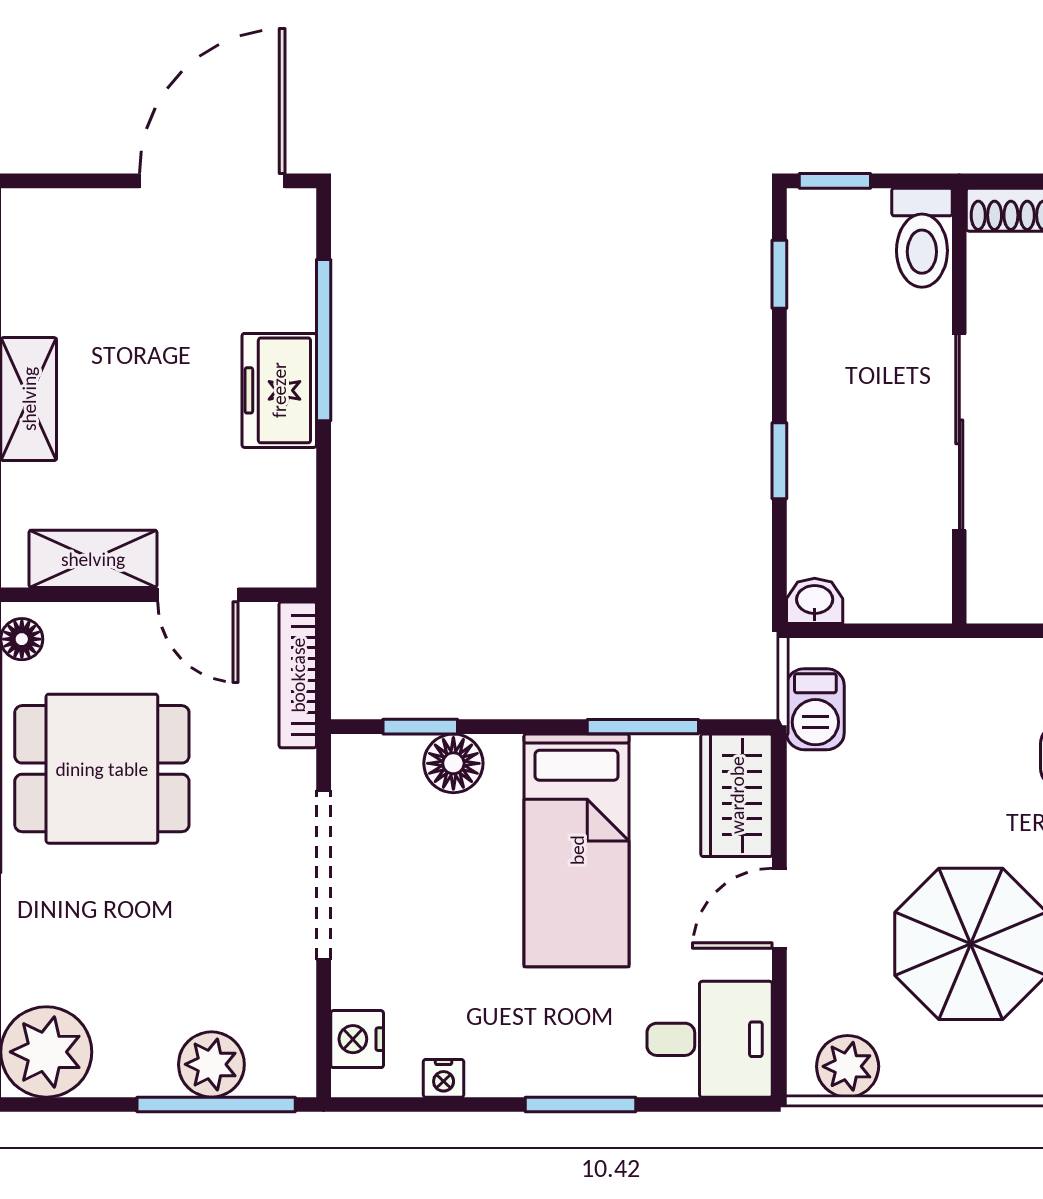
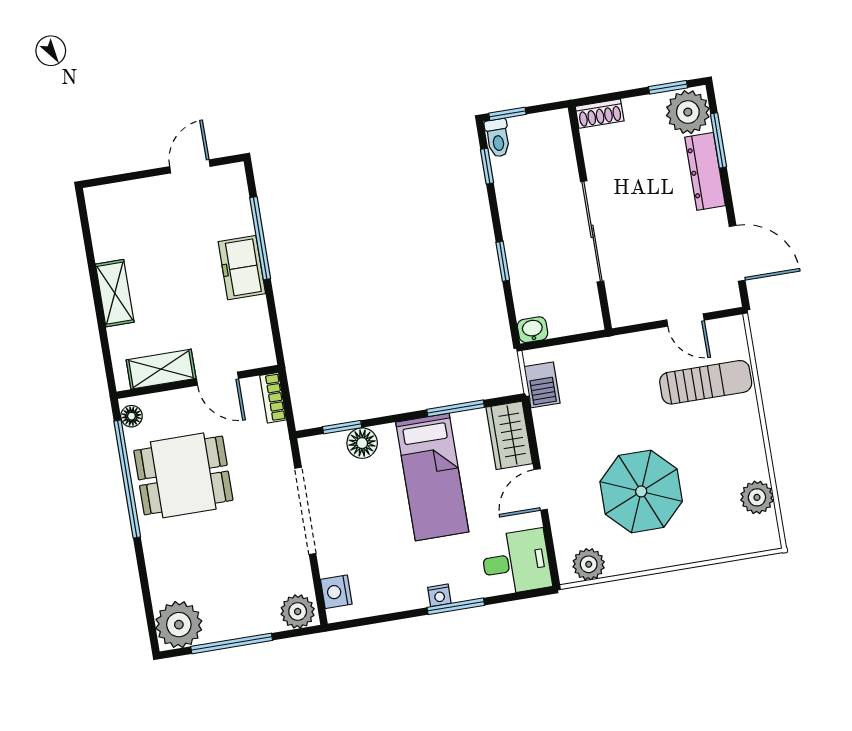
door: (212, 181) -> (190, 166), width x0.53
toilet: (922, 238) -> (498, 138), moved, width x0.73, depth x0.72
bookcase: (298, 675) -> (273, 398), width x0.64
plant: (211, 1064) -> (298, 612), moved
nightstand: (444, 1078) -> (439, 595), moved
window: (216, 1104) -> (232, 643), moved

